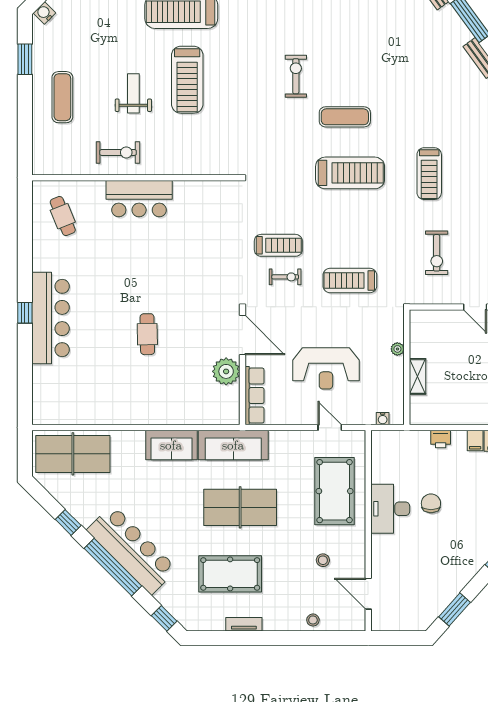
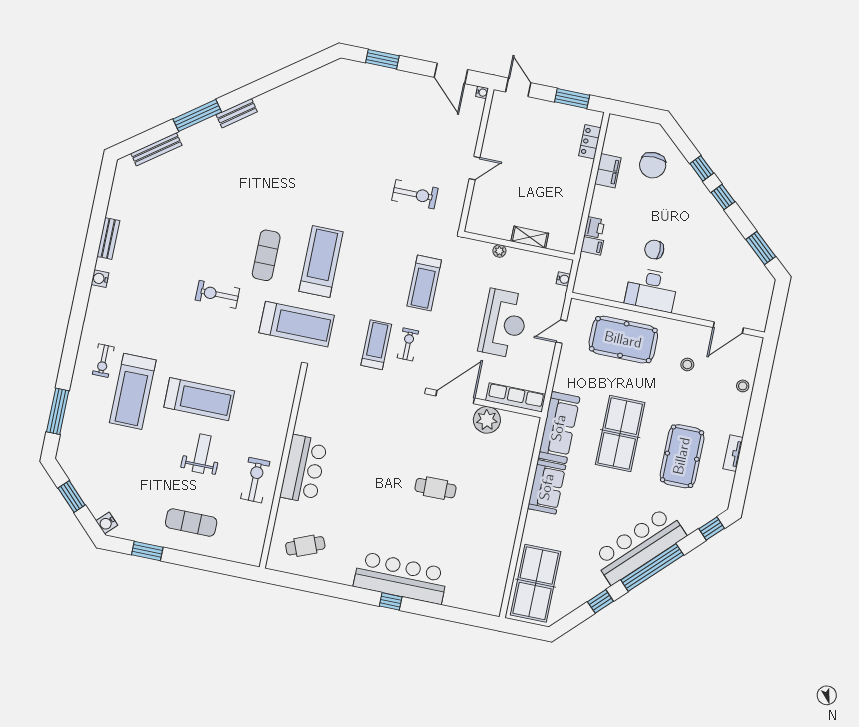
weight bench: (133, 93) -> (202, 454), turned 90
treadmill: (429, 174) -> (297, 324), moved, width x1.37, depth x1.38
filing cabinet: (475, 441) -> (592, 246), moved

